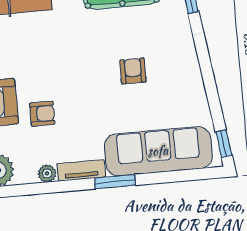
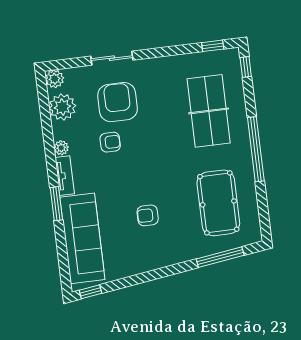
armchair: (133, 71) -> (148, 215), turned 180
armchair: (42, 114) -> (110, 142), turned -90

